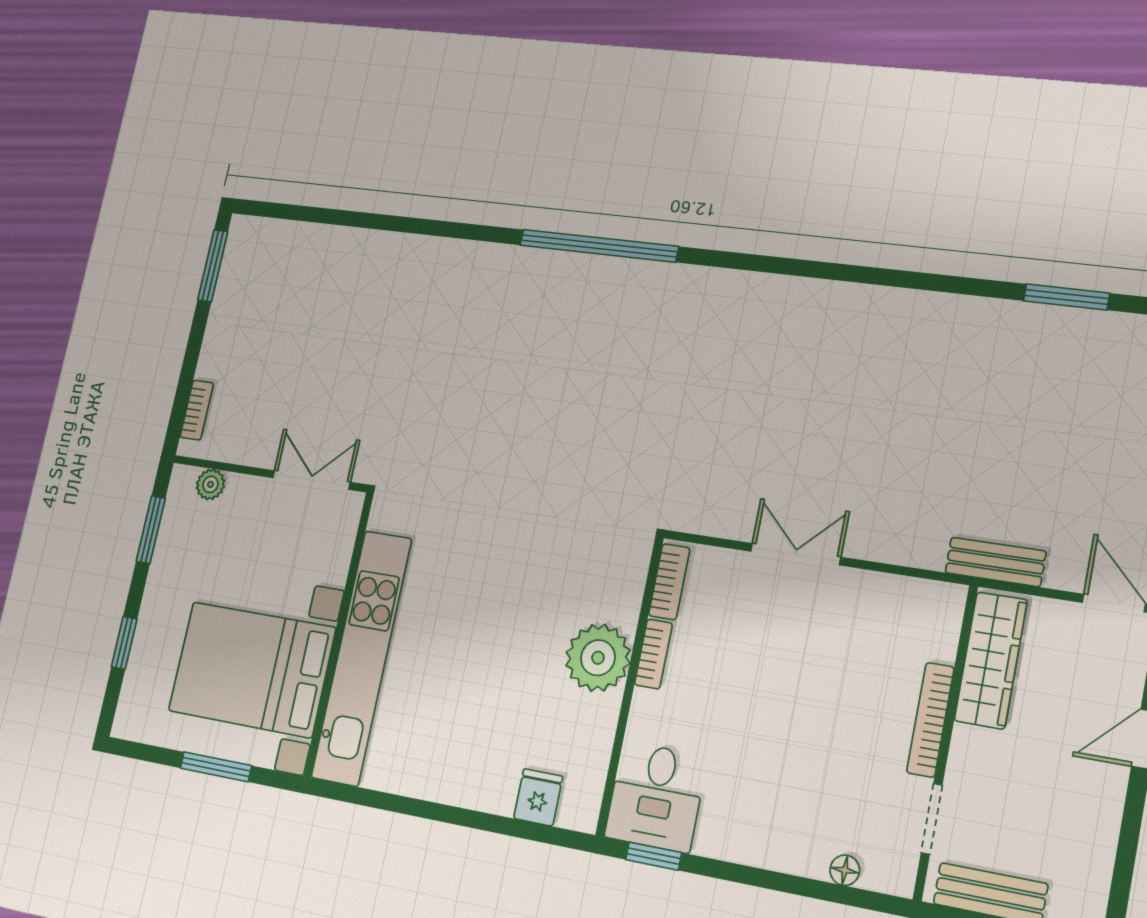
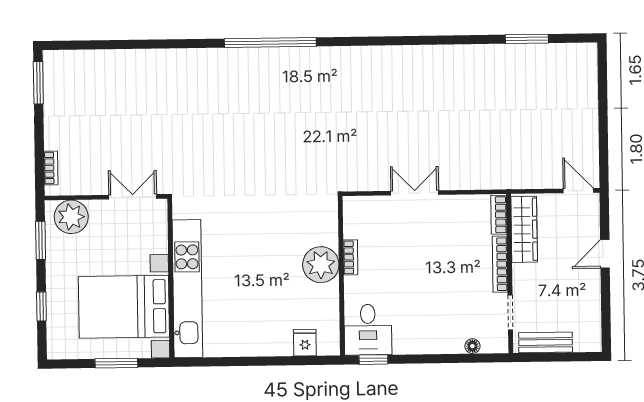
plant: (210, 484) -> (71, 217), width x1.88, depth x1.88
bench: (995, 562) -> (517, 180), removed
bookcase: (669, 582) -> (499, 215), moved, turned 180

